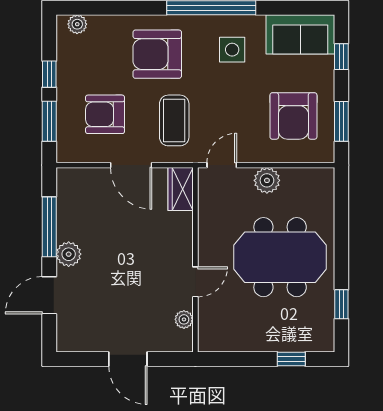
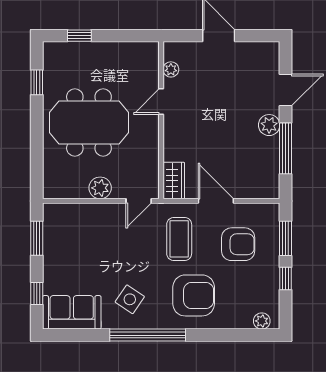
side table: (232, 50) -> (130, 299), turned 34
armchair: (293, 116) -> (78, 243), removed

